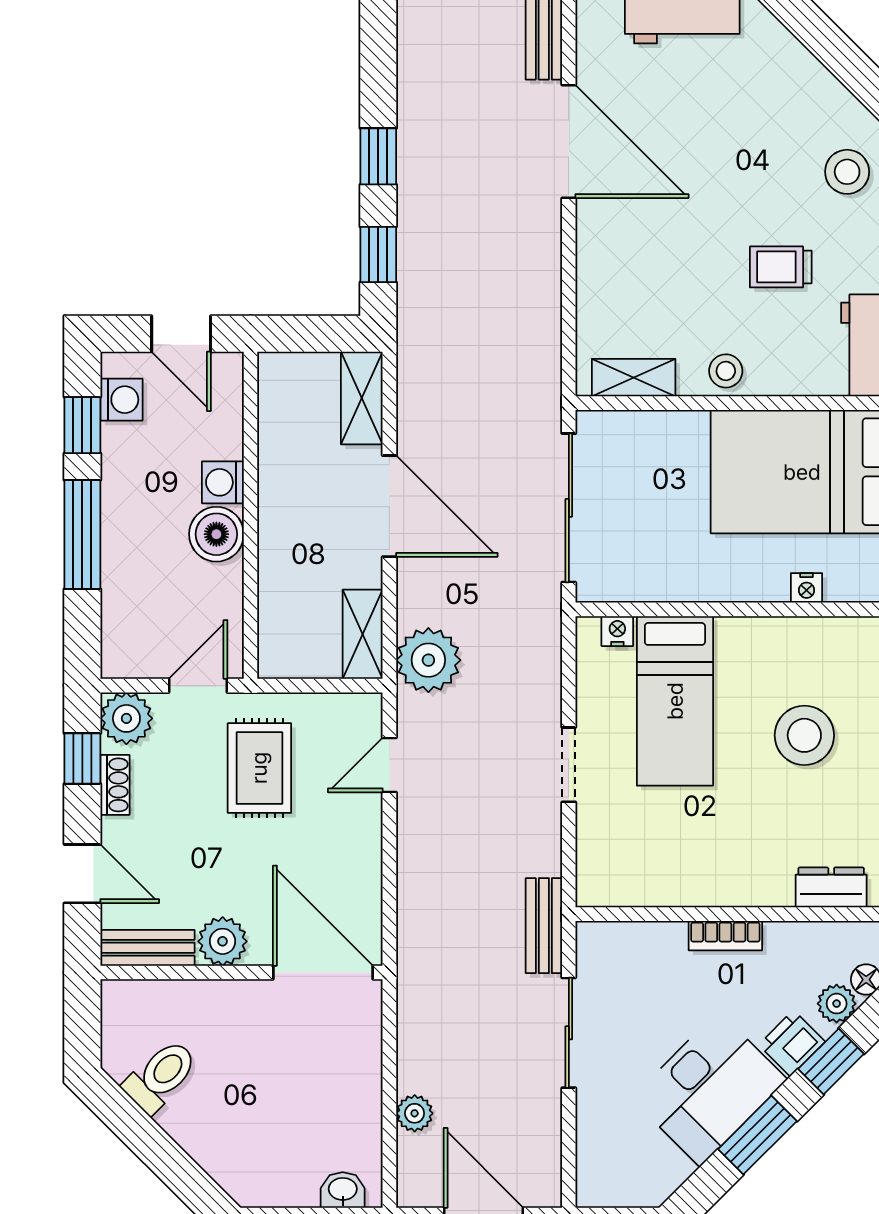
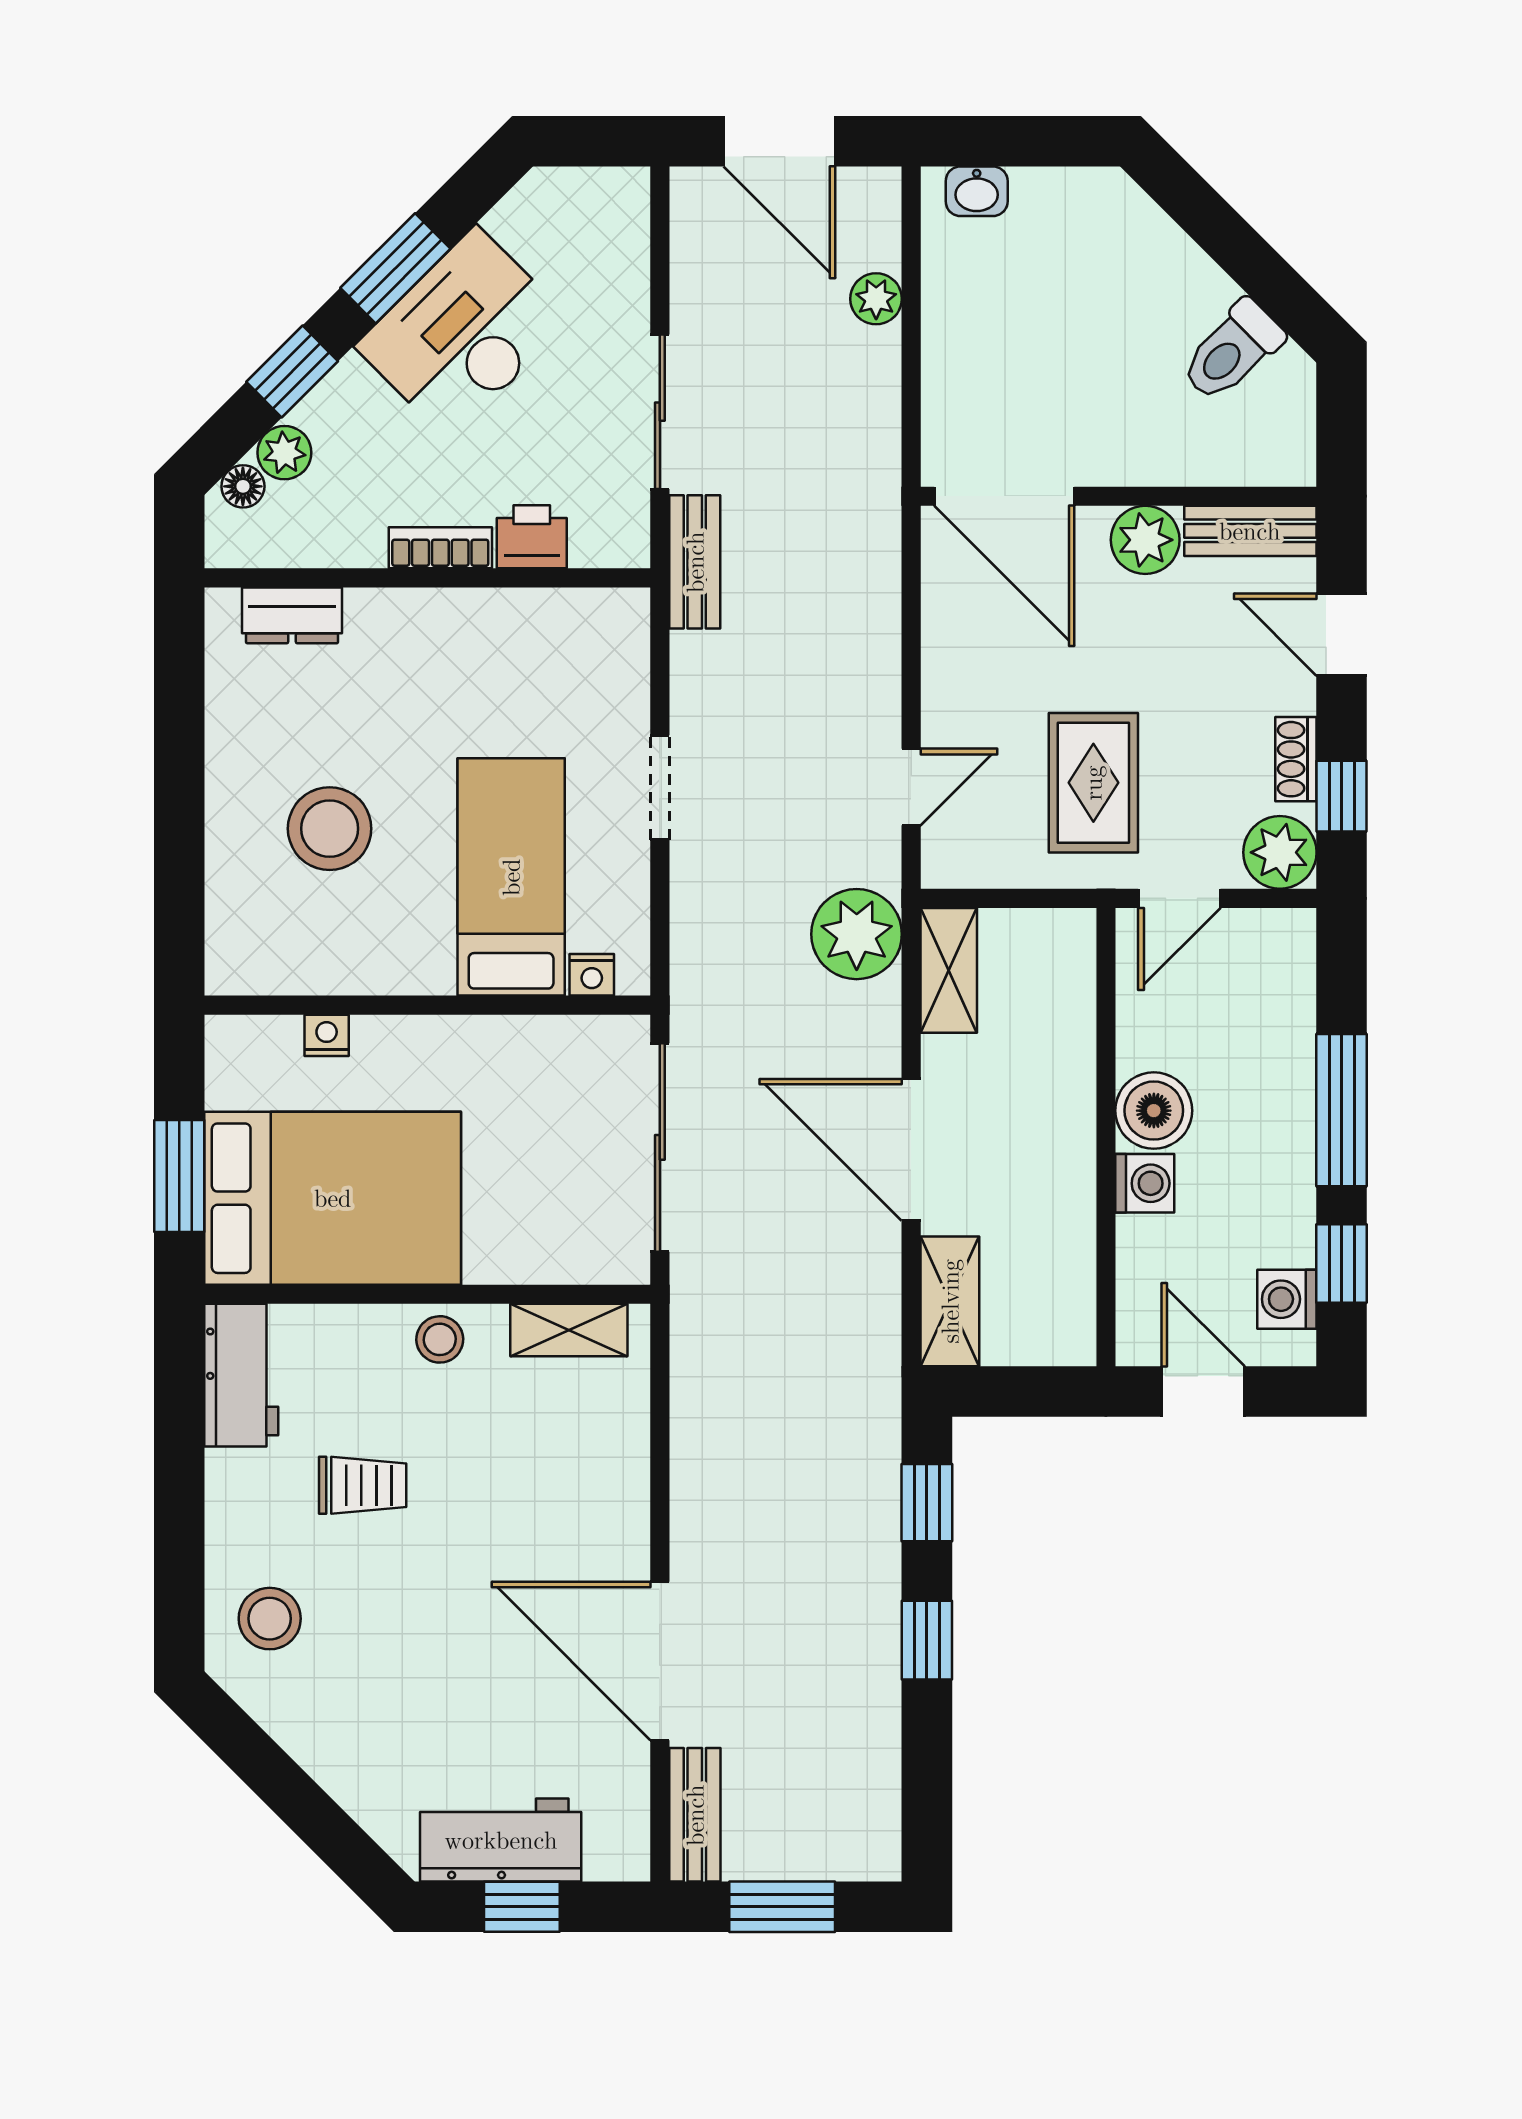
printer: (792, 1043) -> (532, 537), moved, turned -135

